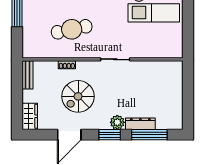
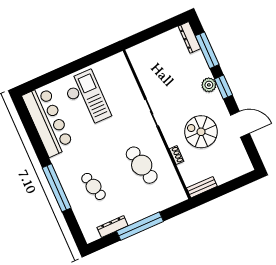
spiral stairs: (78, 96) -> (201, 132), turned 180
wardrobe: (30, 116) -> (239, 168), removed
dresser: (140, 124) -> (189, 37), moved

